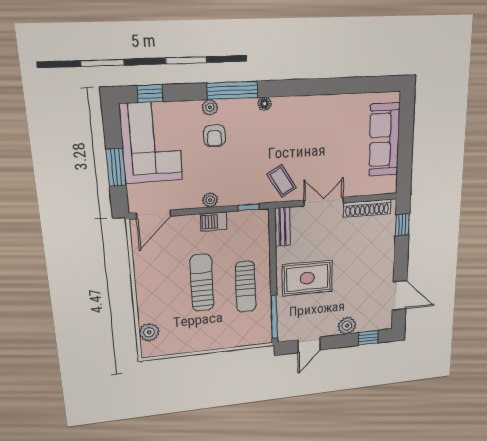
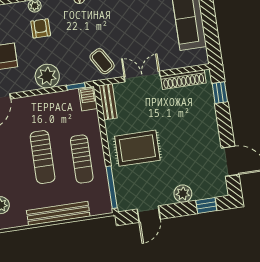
armchair: (214, 136) -> (41, 28), turned 180
plant: (210, 200) -> (47, 76), width x1.87, depth x1.87
barbecue: (214, 222) -> (88, 99), moved, turned 90
sun lounger: (202, 283) -> (43, 157), turned 180
bench: (213, 342) -> (58, 213), added

